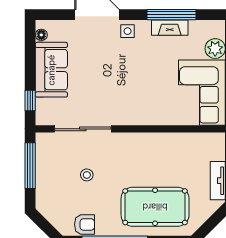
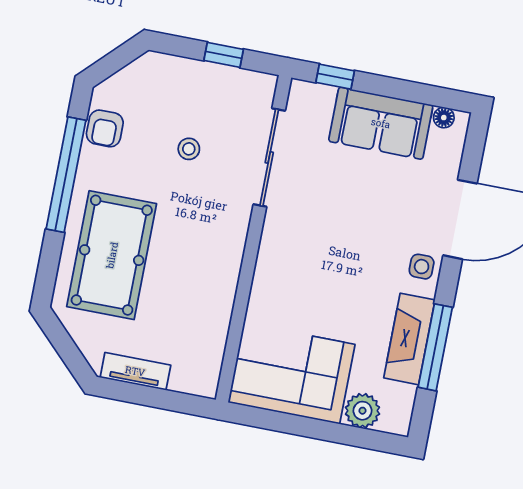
fireplace: (170, 28) -> (409, 339), width x1.37, depth x1.32
window: (30, 166) -> (224, 55), width x0.46

